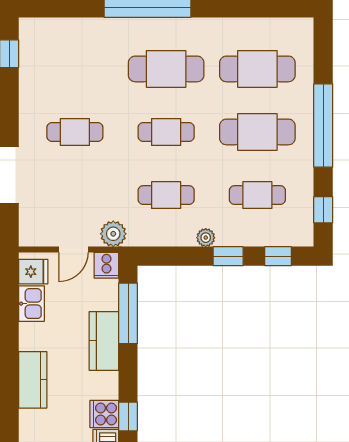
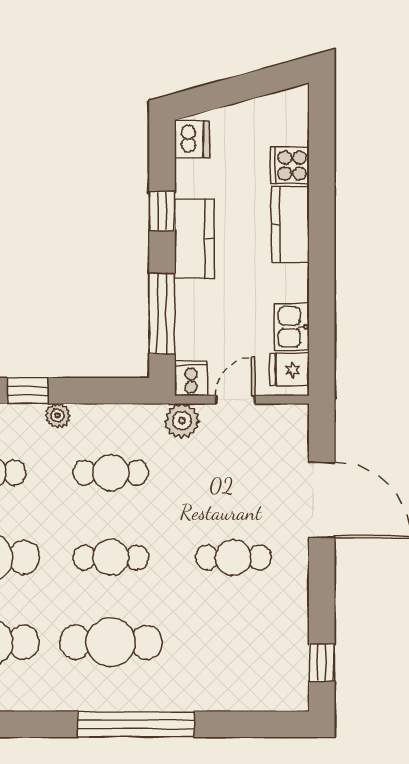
kitchen counter: (104, 341) -> (194, 239), moved
cooker: (104, 414) -> (290, 166), moved, turned 180
window: (128, 416) -> (162, 211), moved

